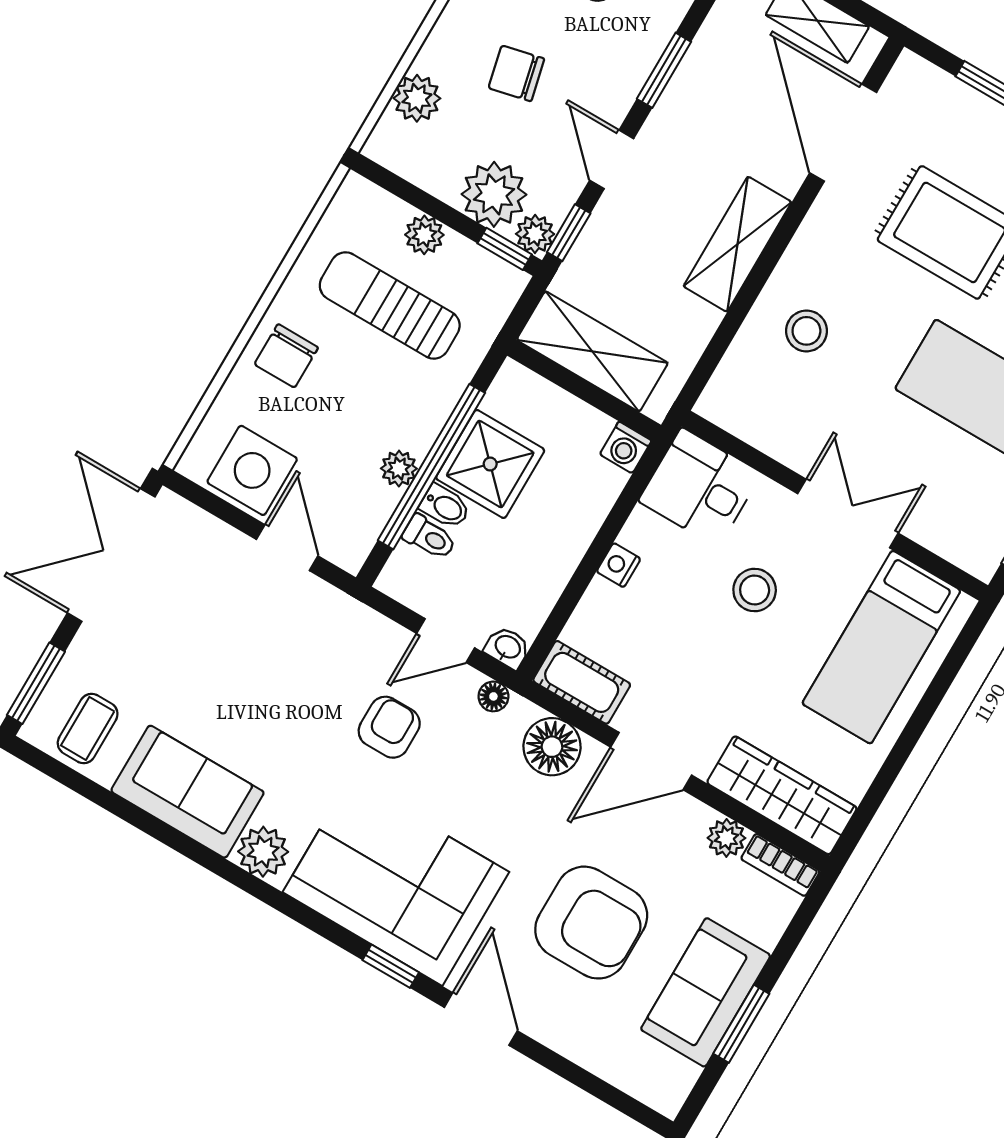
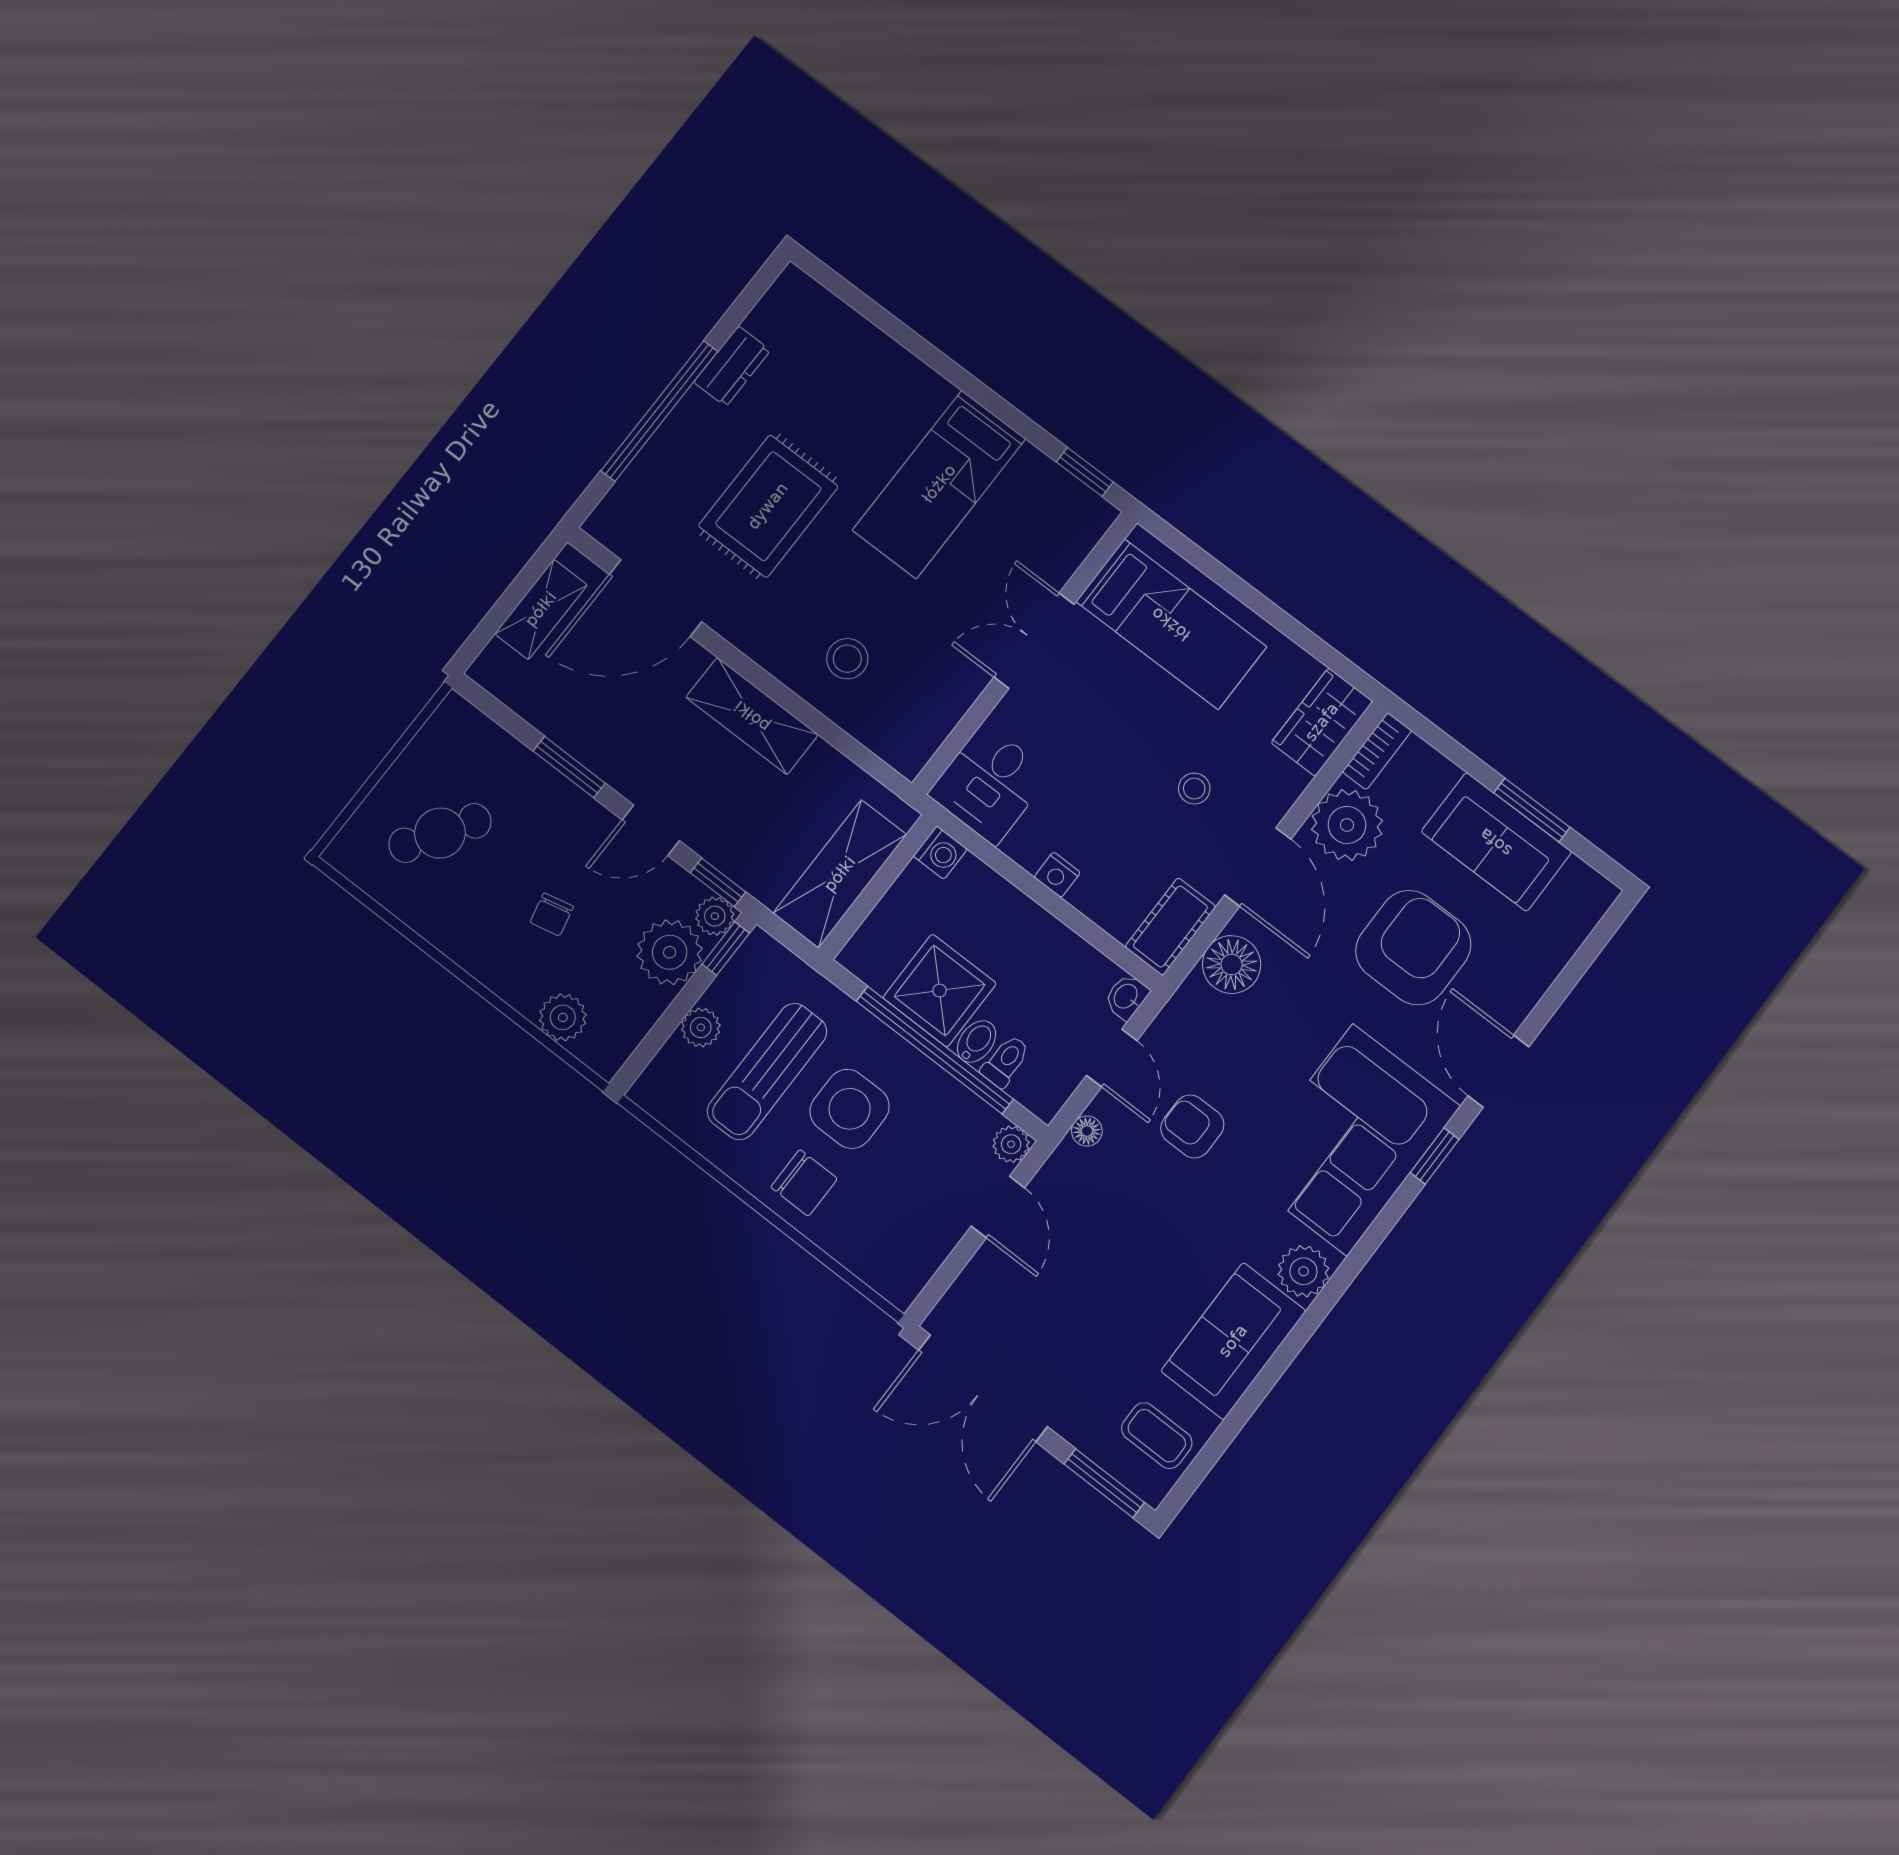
chair: (516, 73) -> (552, 914), width x0.73, depth x0.73
plant: (399, 469) -> (1011, 1144), moved
side table: (252, 470) -> (850, 1109), moved
door: (287, 548) -> (998, 1207), swing flipped
stool: (755, 590) -> (1194, 789), moved, width x0.73, depth x0.73
floor lamp: (493, 696) -> (1087, 1131), moved
wardrobe: (782, 795) -> (1322, 722), width x0.67
plant: (726, 838) -> (1347, 825), width x1.88, depth x1.88
door: (481, 1019) -> (1498, 1071), hinge flipped

